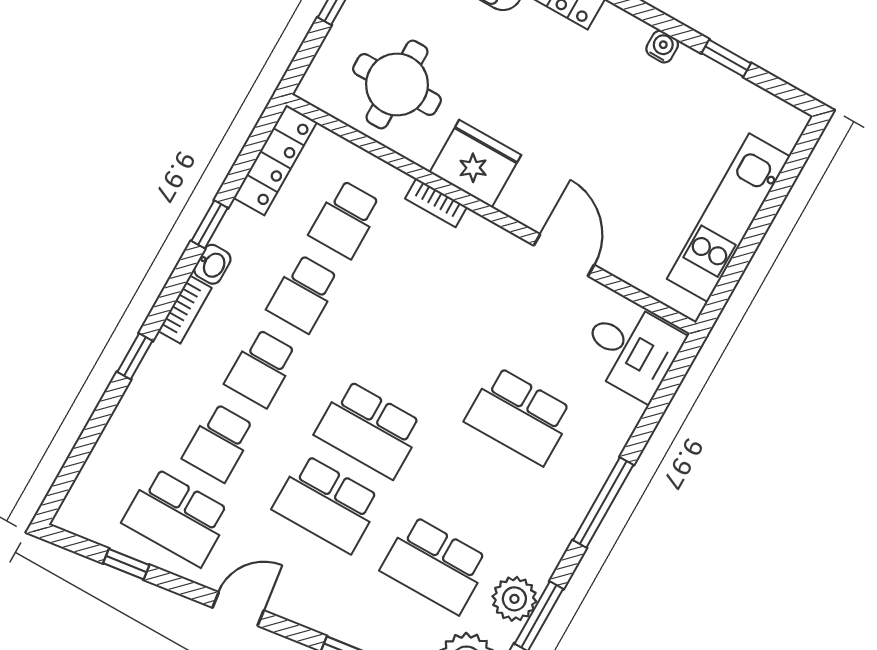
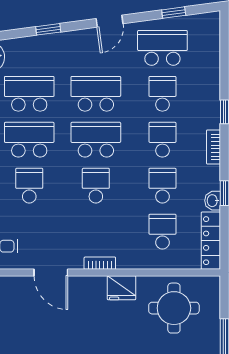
fridge: (475, 164) -> (122, 288), width x0.73, depth x0.75
bookcase: (436, 203) -> (100, 263), moved
washbasin: (212, 264) -> (213, 201), moved
school desk: (411, 355) -> (96, 186), added
school desk: (519, 416) -> (29, 186), width x0.54
school desk: (477, 490) -> (29, 140), added

